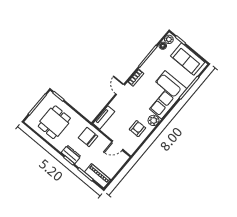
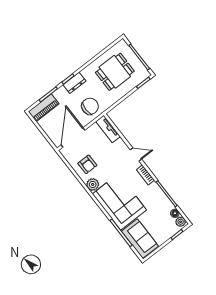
sofa: (188, 59) -> (140, 239), moved, turned 90
dining table: (54, 122) -> (115, 72), turned 90
door: (117, 146) -> (73, 137), width x1.88

